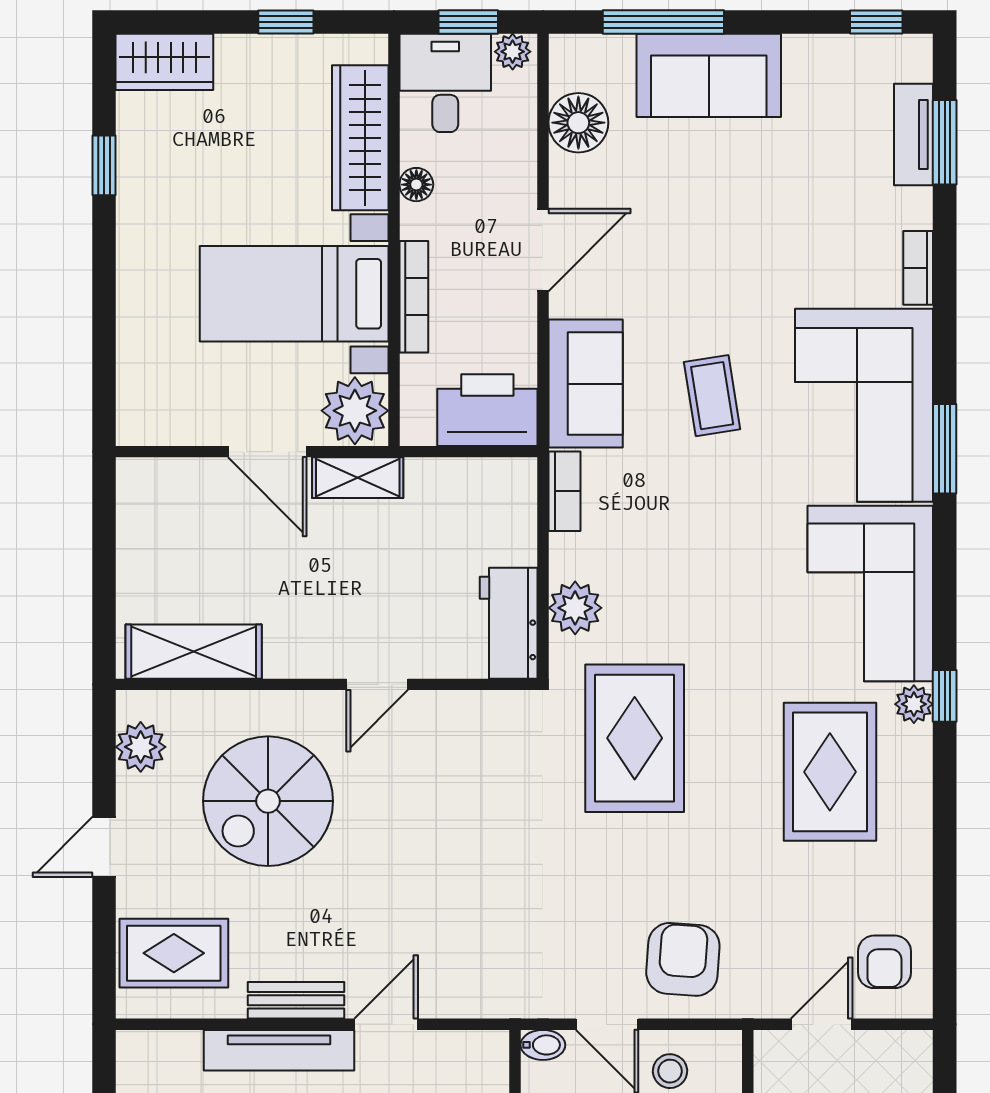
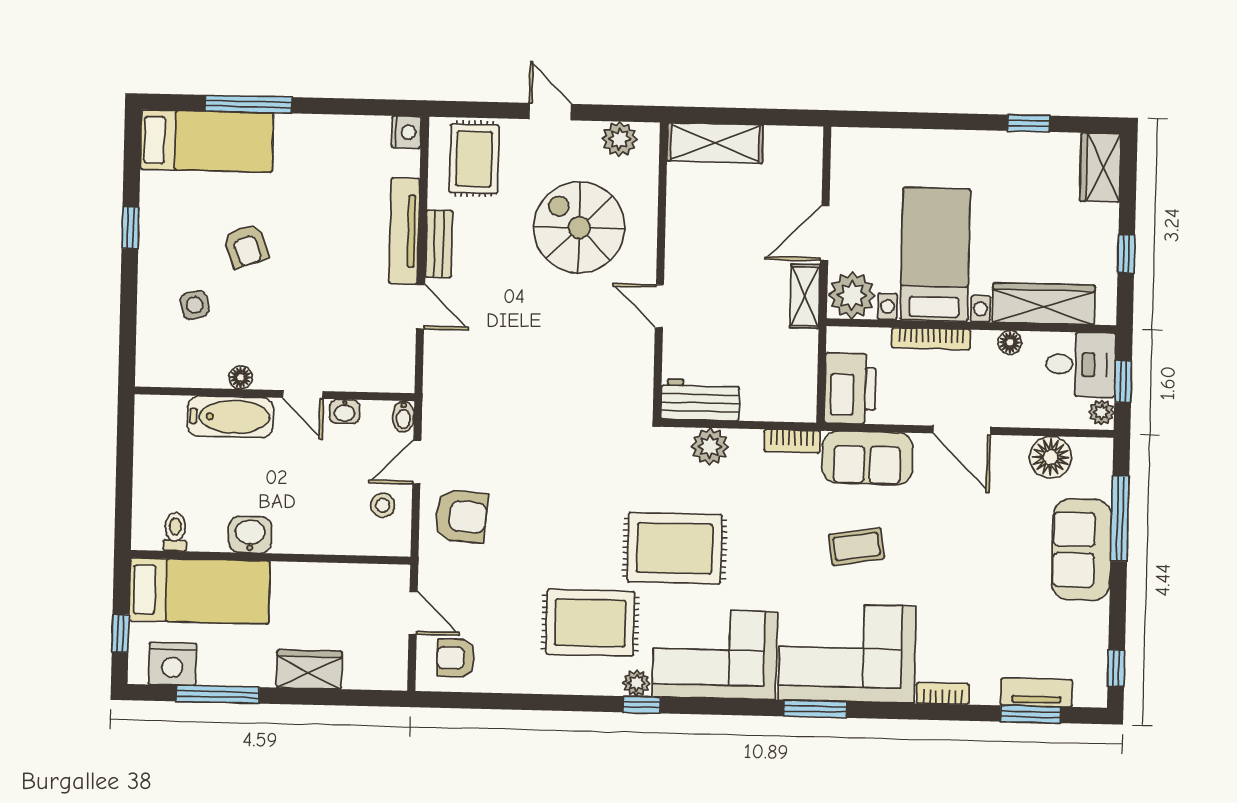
shelving: (194, 652) -> (715, 143), moved, turned 90
rug: (635, 738) -> (675, 548), moved
nightstand: (138, 1051) -> (406, 132), added

